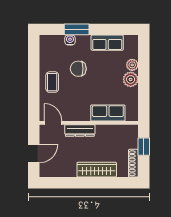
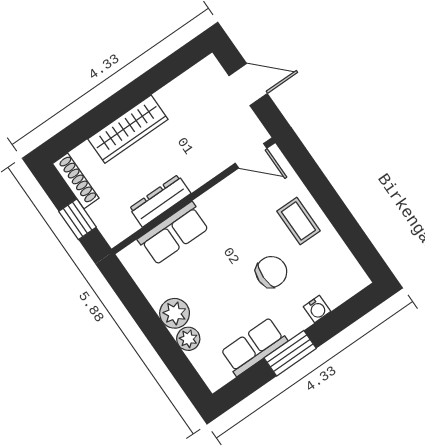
window: (77, 29) -> (290, 353), moved
dresser: (80, 130) -> (160, 201), moved
door: (34, 153) -> (248, 85), swing flipped

